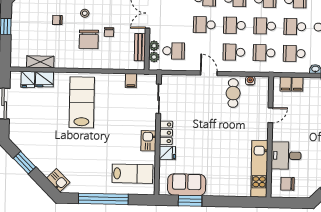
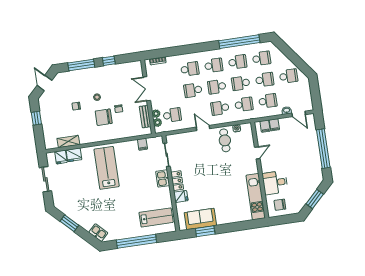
school desk: (295, 27) -> (265, 80), turned 180
chair: (89, 39) -> (104, 117), turned 90
school desk: (264, 53) -> (244, 104), turned 180
school desk: (294, 53) -> (268, 101), turned 180
kitchen sink: (148, 141) -> (163, 178), moved

